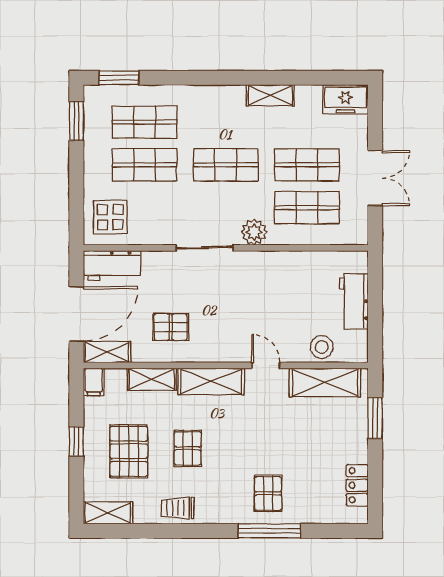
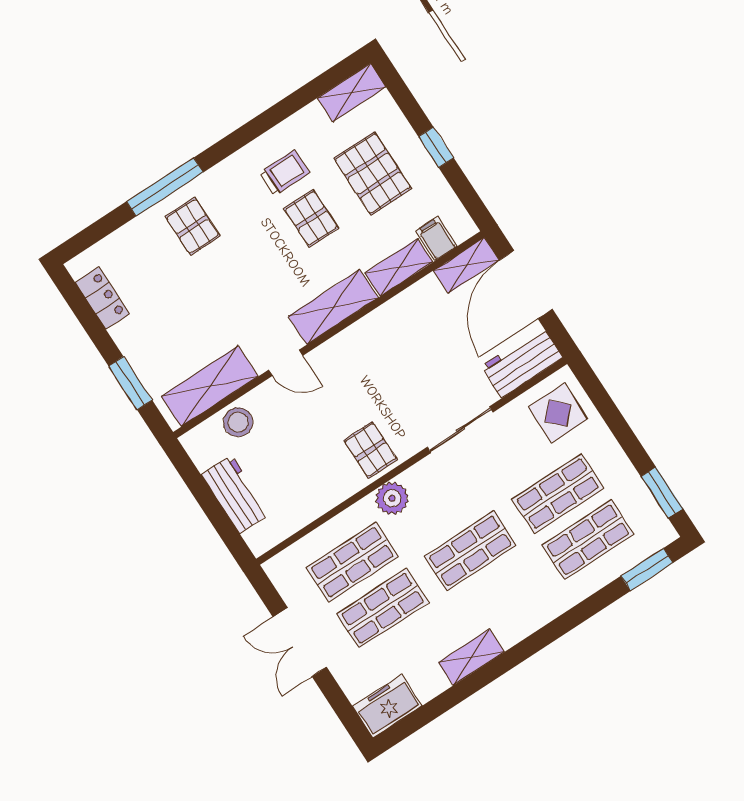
sliding door: (205, 248) -> (460, 430), moved
pallet: (171, 327) -> (370, 450), moved, turned 90
filing cabinet: (94, 382) -> (436, 239), moved
trolley: (178, 508) -> (285, 173), moved

